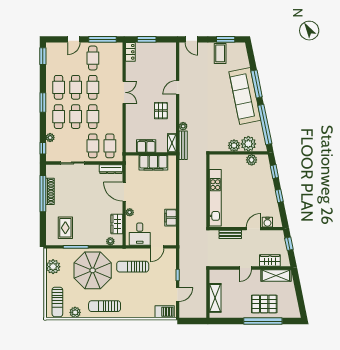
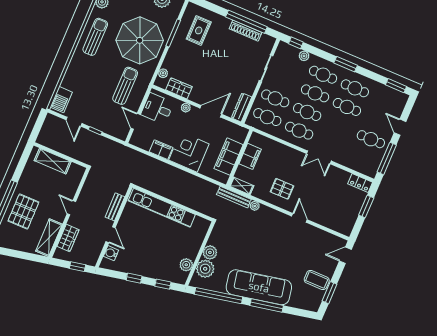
cafe table: (93, 87) -> (299, 131), moved
corner desk: (163, 195) -> (189, 152), added
rug: (65, 228) -> (199, 30), turned 90

